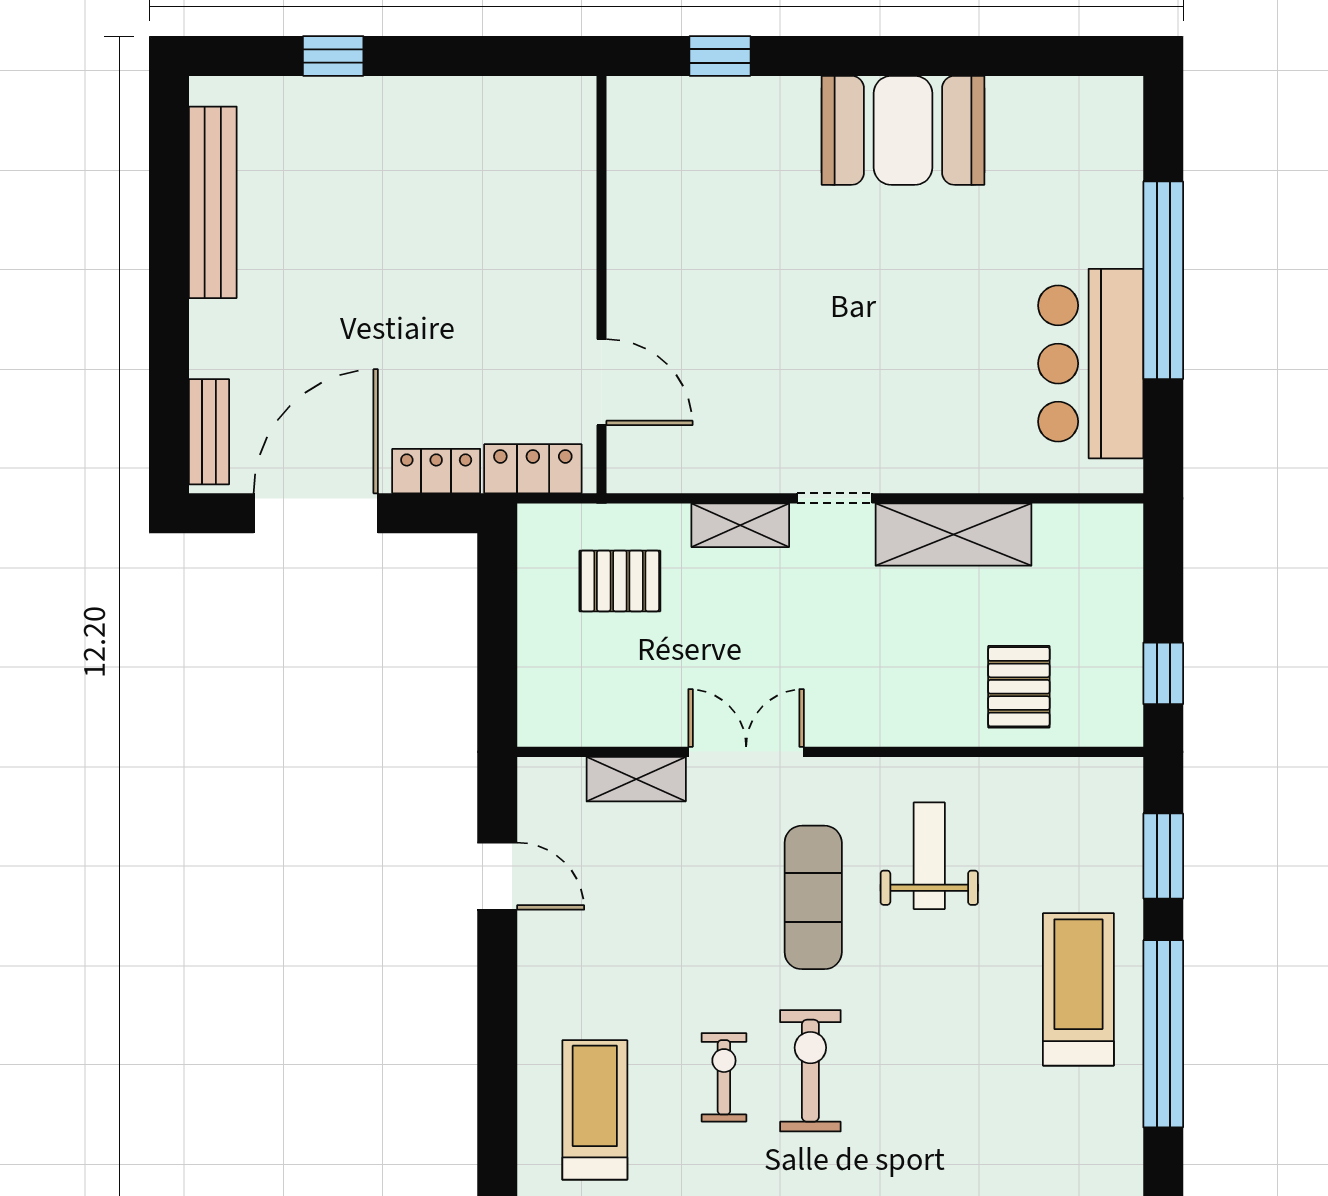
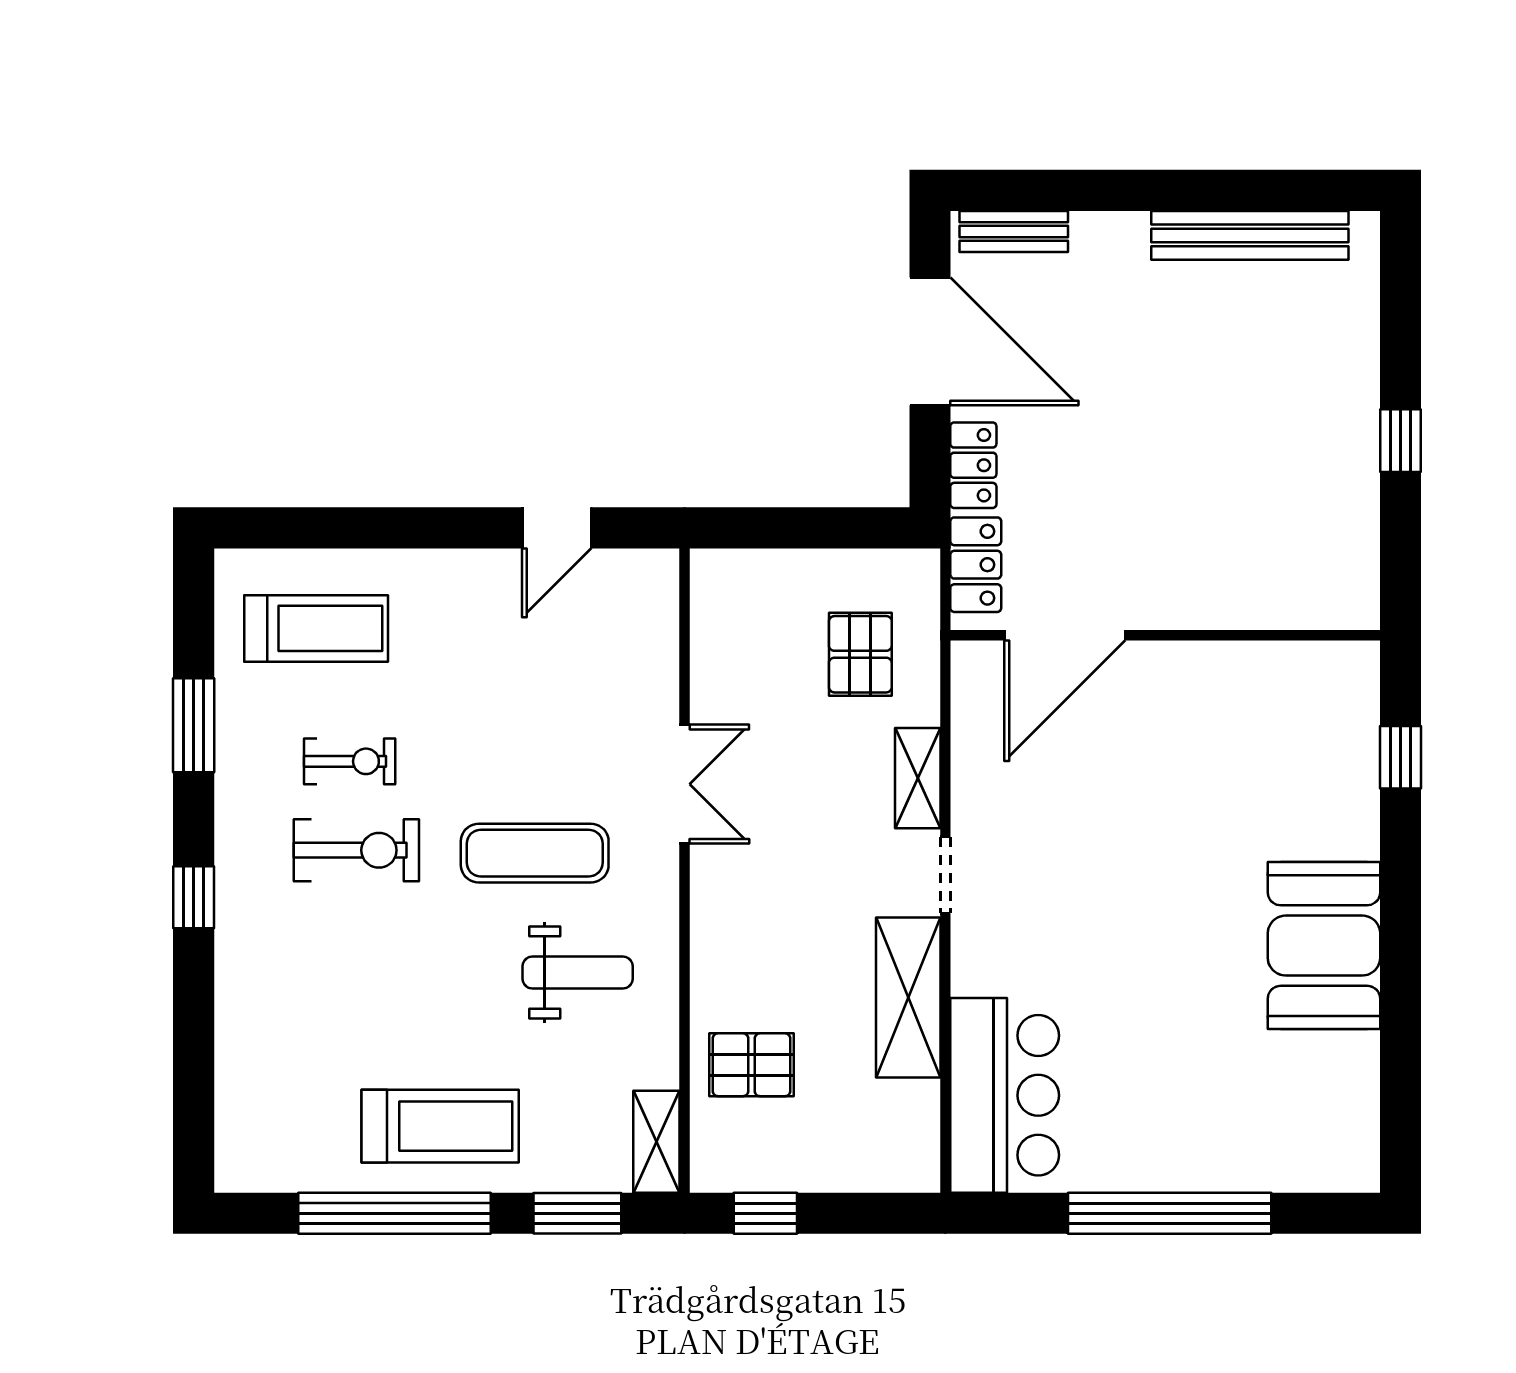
window: (333, 56) -> (1401, 441), moved
bar counter: (1091, 364) -> (1005, 1095), moved, turned 90
door: (602, 382) -> (1065, 635), width x1.36
shelving: (636, 779) -> (656, 1142), moved

